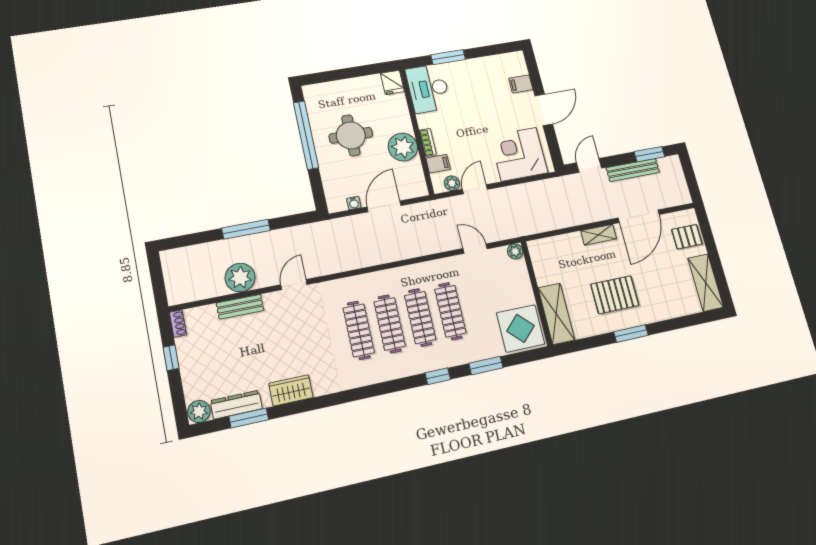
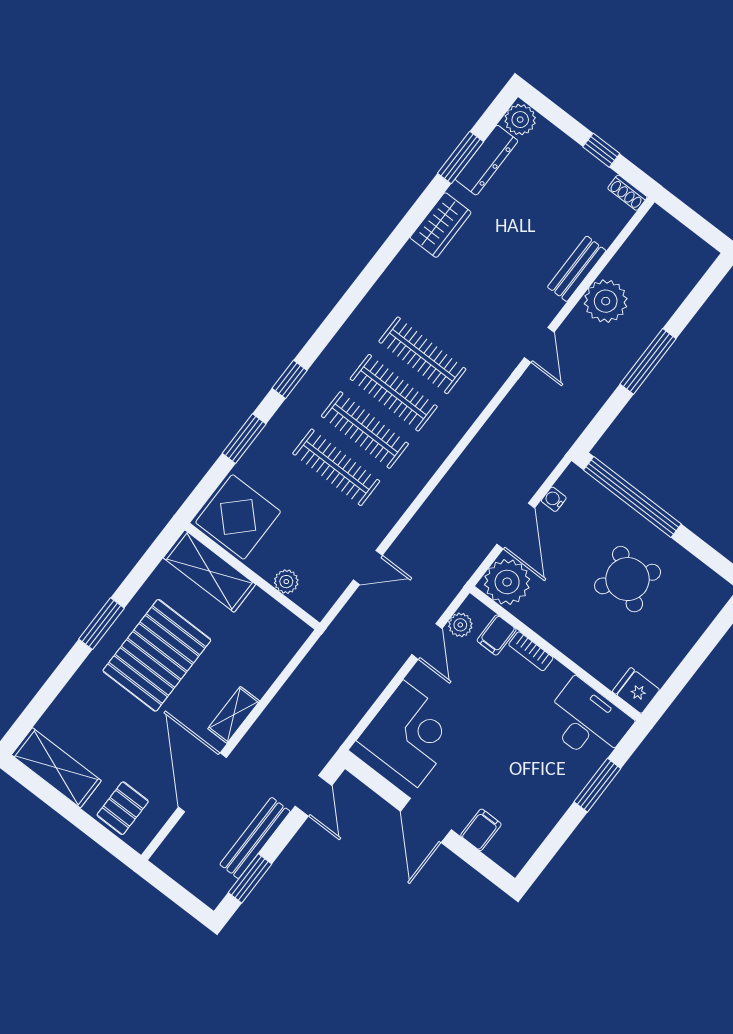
window: (306, 135) -> (632, 497), moved
round table: (351, 135) -> (628, 579), turned 37
plant: (403, 147) -> (507, 582), moved
plant: (515, 251) -> (286, 582), moved
pallet: (615, 295) -> (157, 655), width x1.37, depth x1.41

